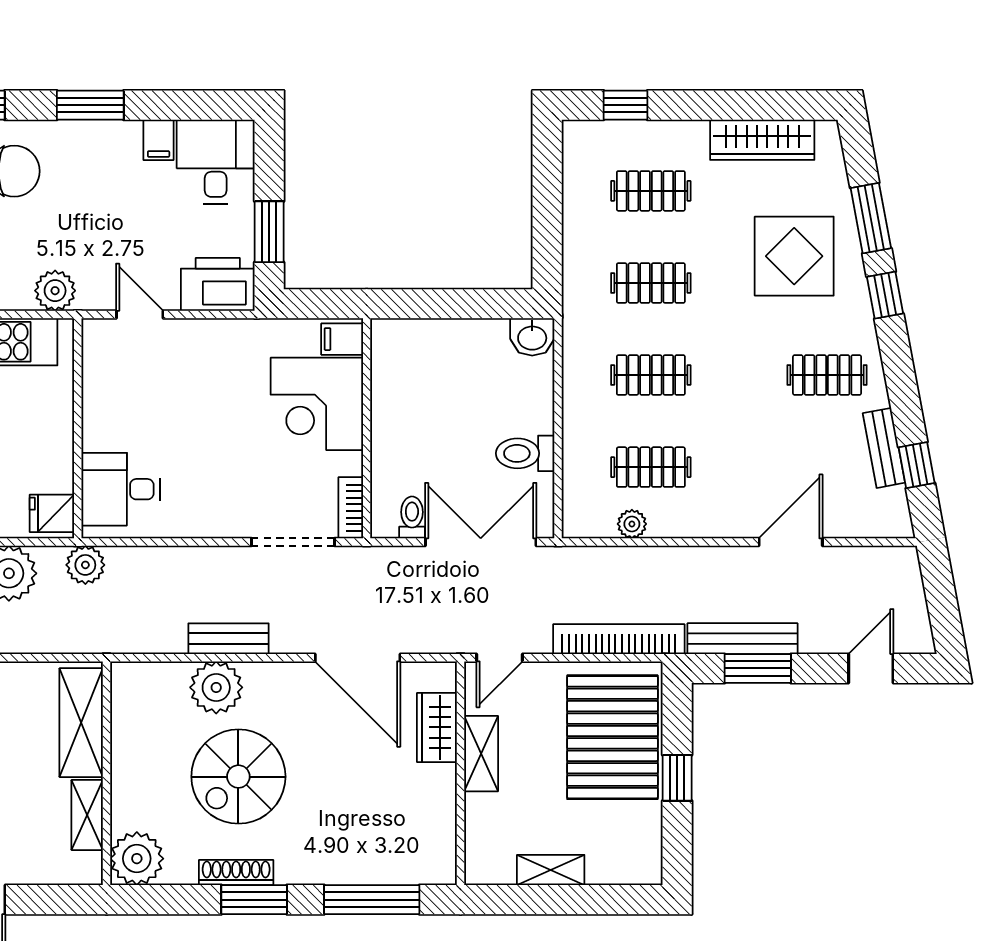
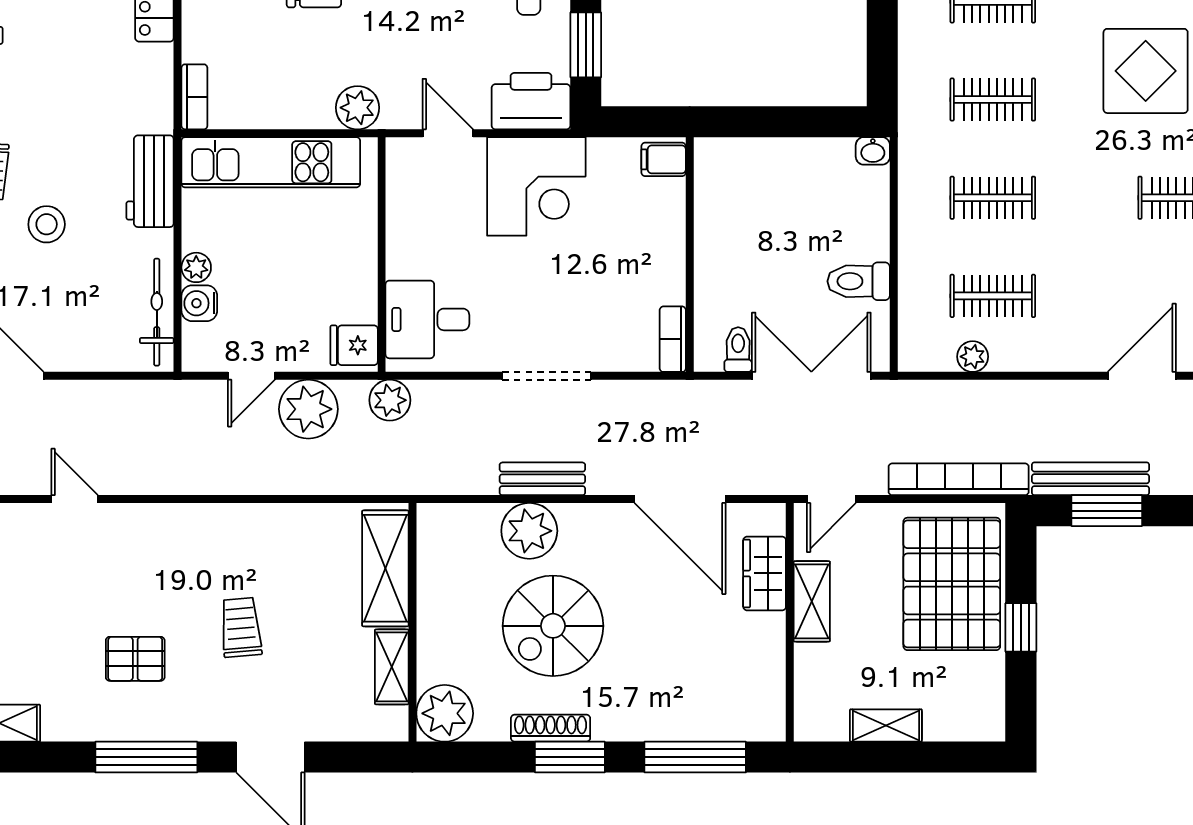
washbasin: (532, 337) -> (873, 151), width x0.72, depth x0.69
corner desk: (317, 404) -> (536, 186), moved, turned -90
doorway: (293, 542) -> (546, 376), moved

